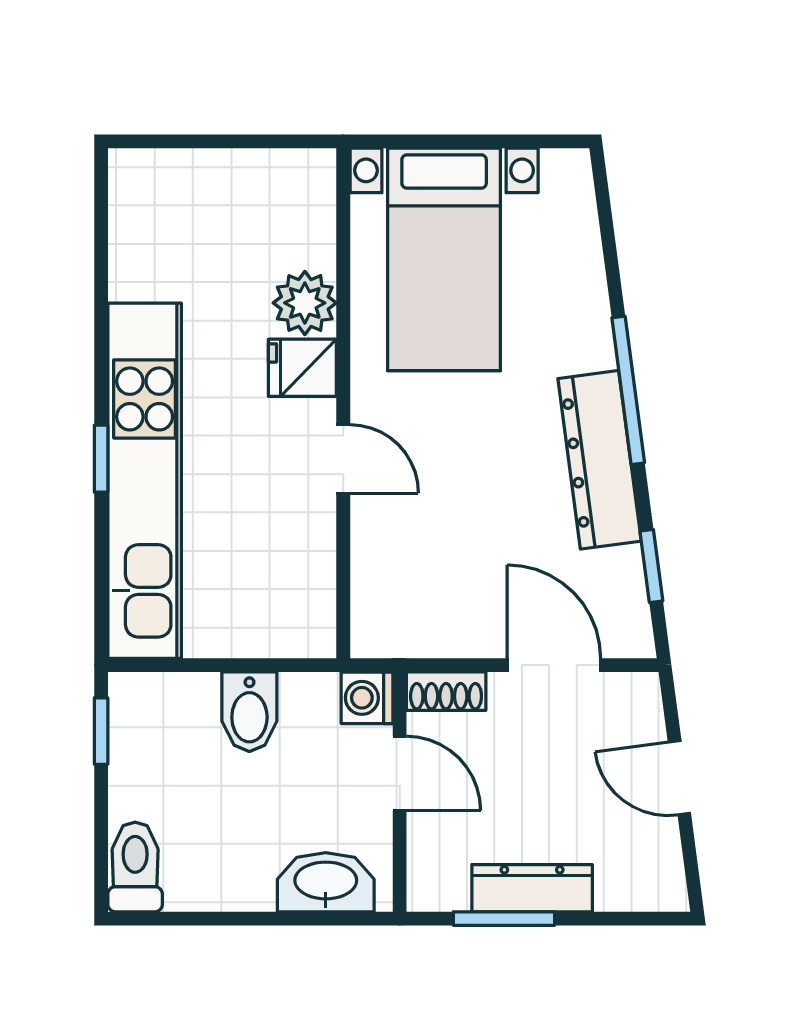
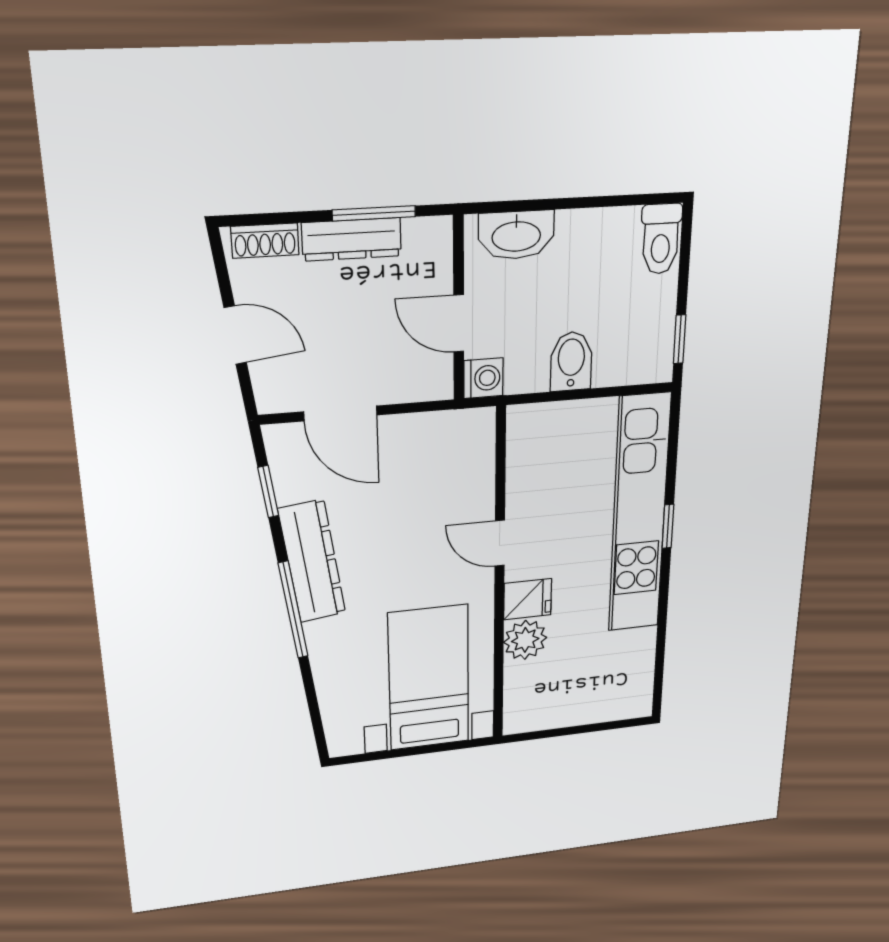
shoe rack: (446, 691) -> (265, 241), moved, turned 180

